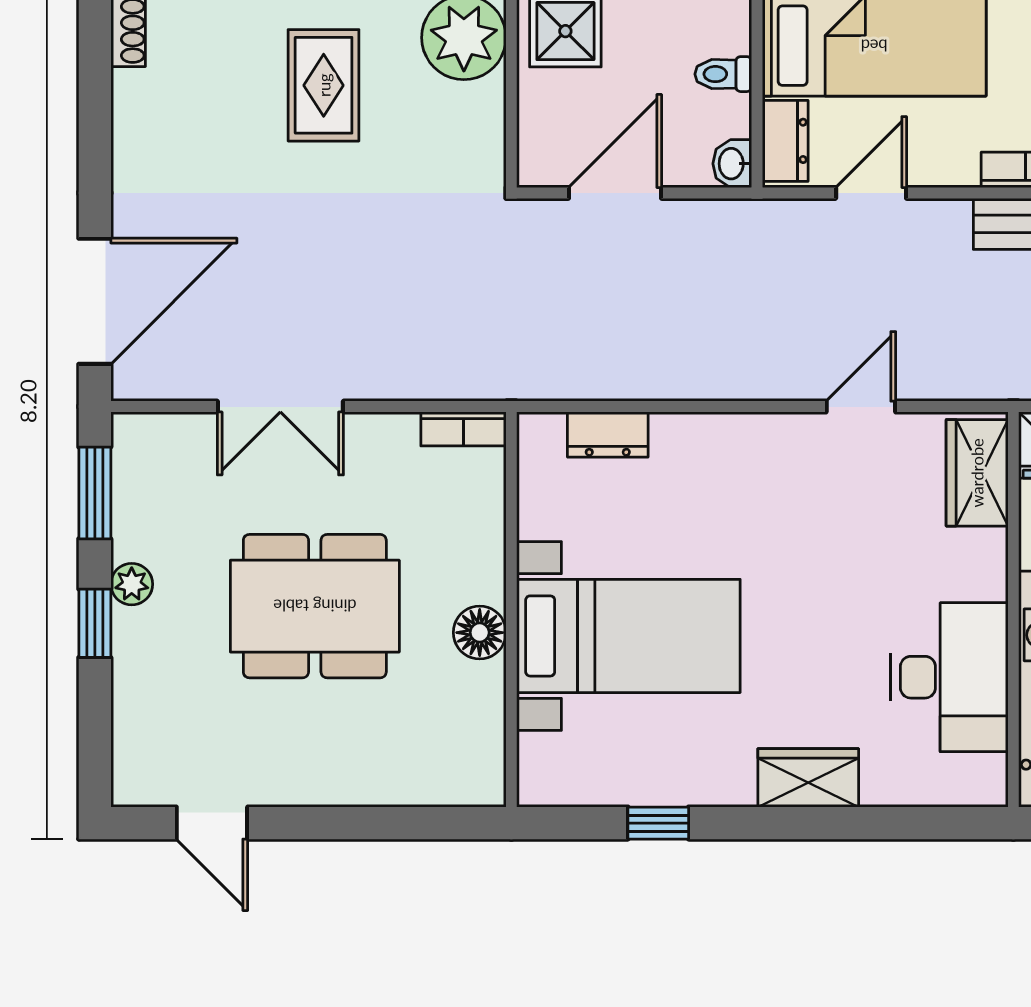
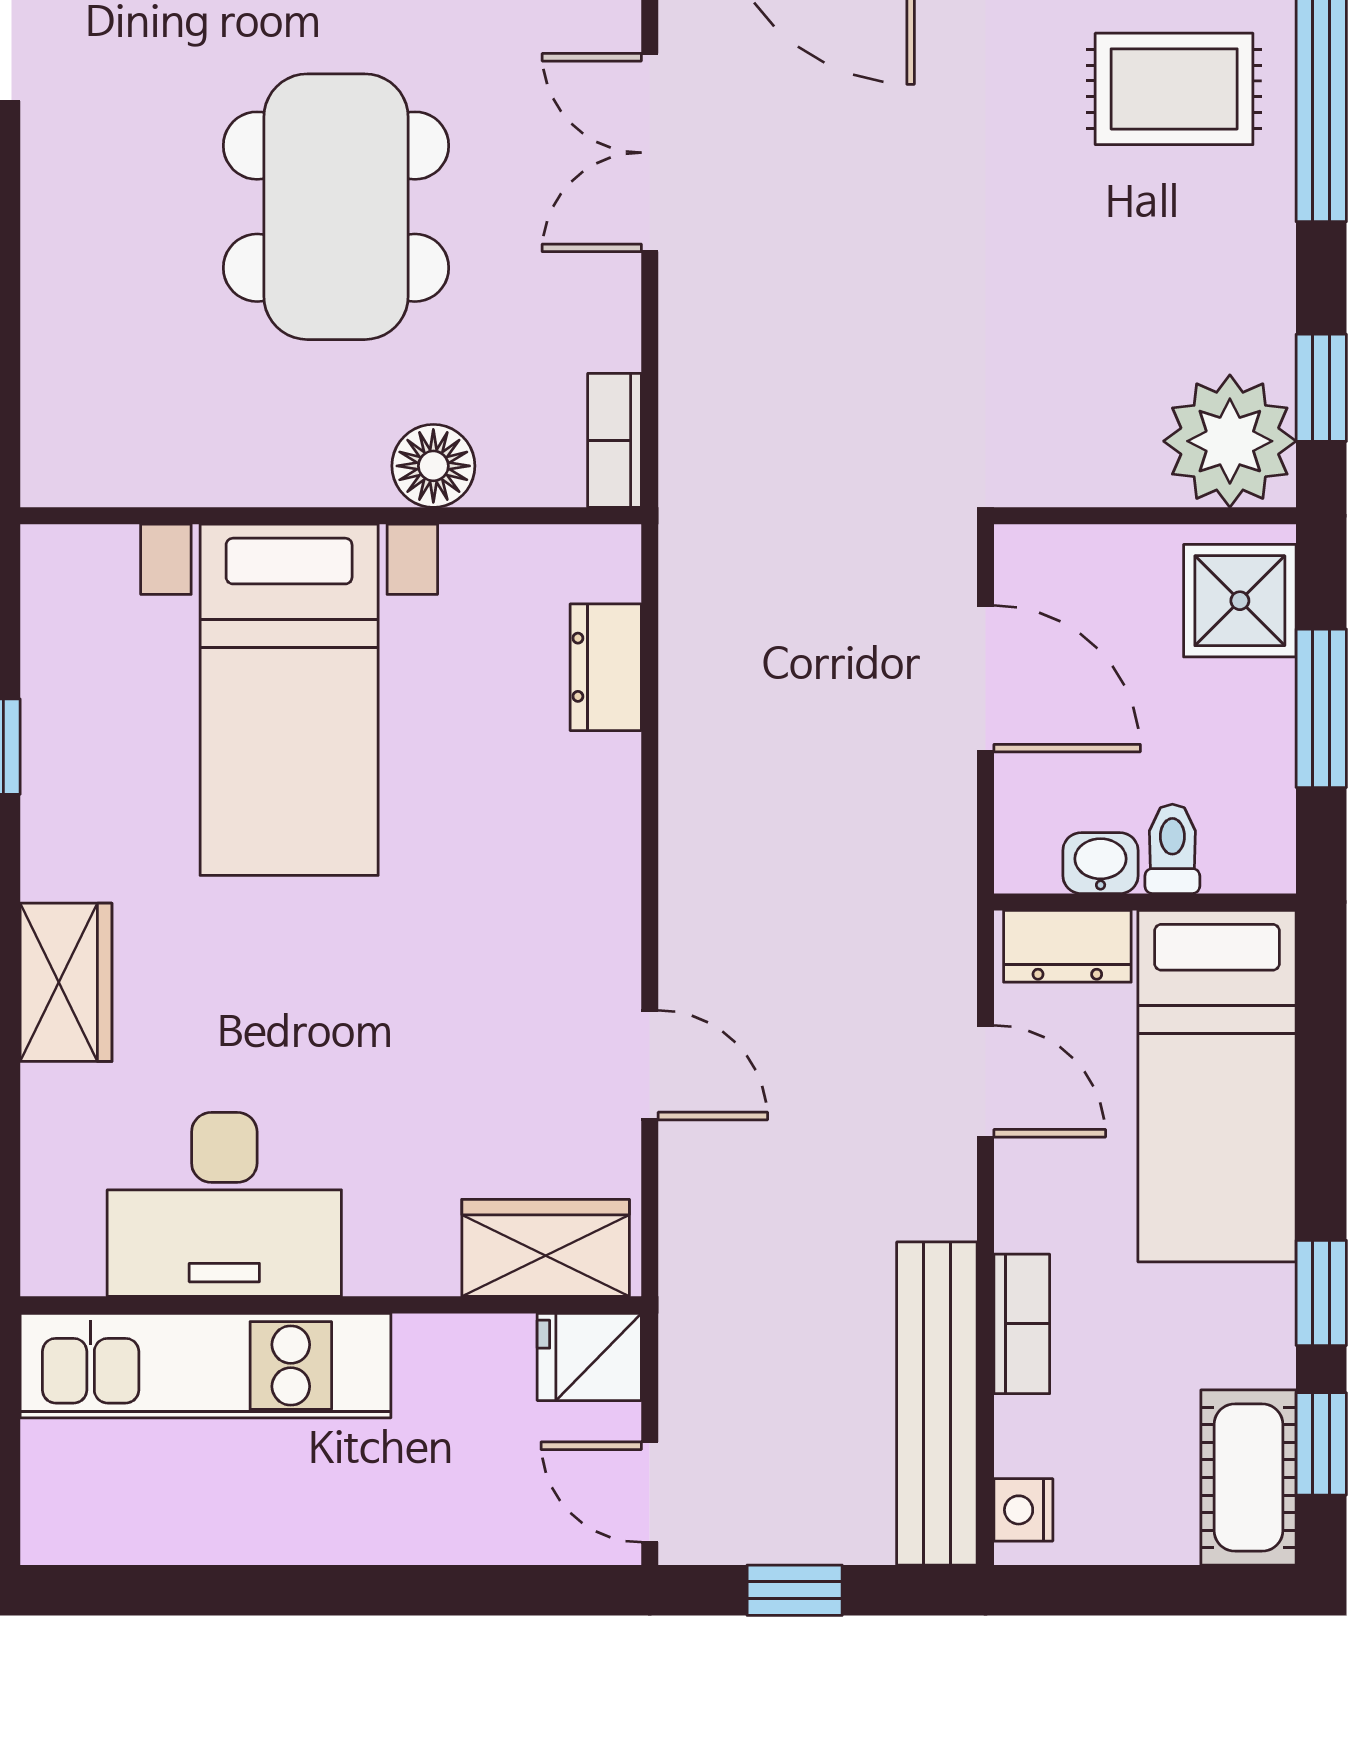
rug: (324, 85) -> (1174, 89), moved
washbasin: (732, 164) -> (1101, 863), moved
floor lamp: (480, 633) -> (433, 466), moved

